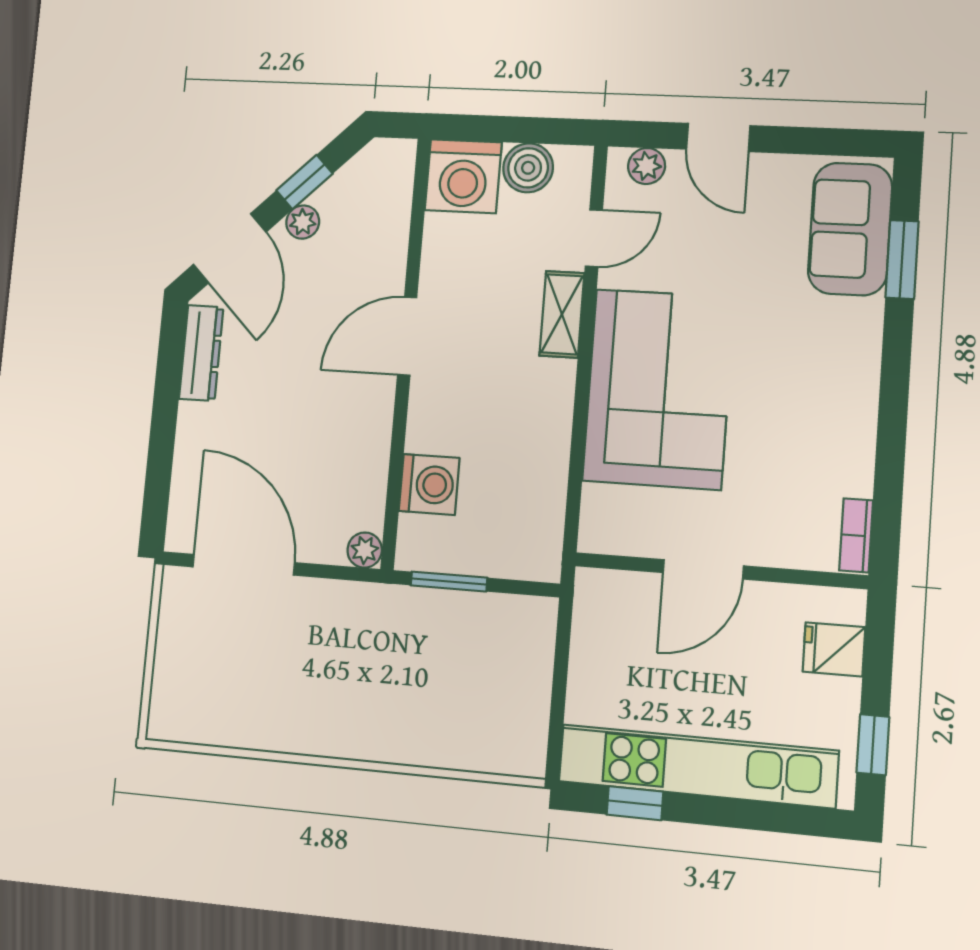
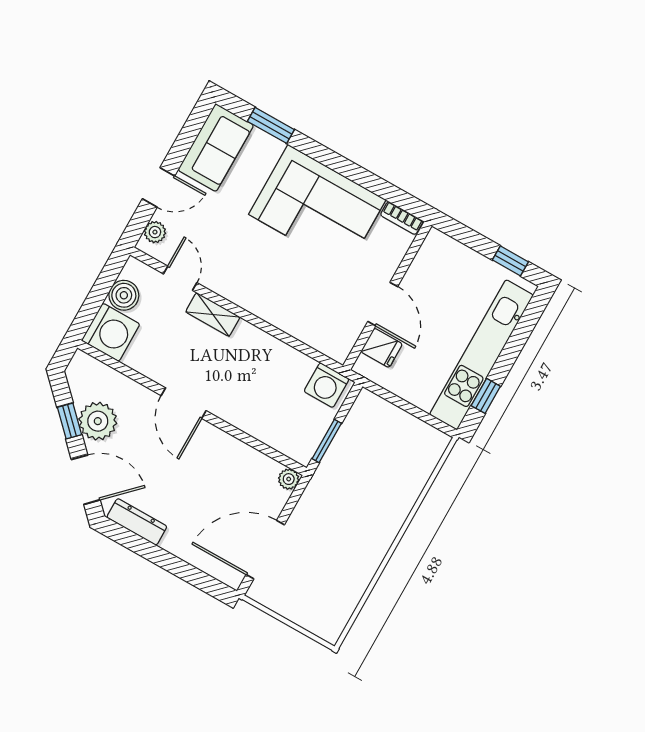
plant: (303, 222) -> (98, 421), width x1.87, depth x1.87
sofa: (850, 229) -> (216, 148), moved, turned -90
corner sofa: (658, 389) -> (317, 207), moved, turned 180
washing machine: (429, 485) -> (327, 385), moved, turned 180
fridge: (834, 649) -> (382, 348), moved, turned -90

